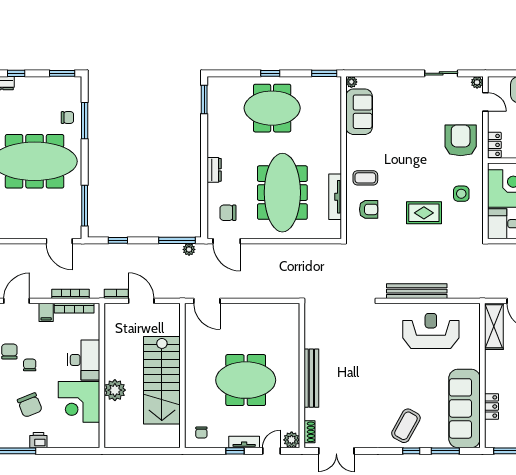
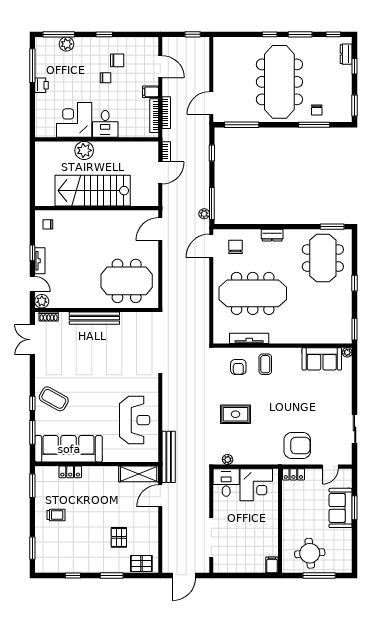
plant: (477, 82) -> (228, 460), moved
meeting table: (272, 108) -> (323, 258), moved
side table: (461, 194) -> (252, 446), removed
rug: (424, 213) -> (235, 414), turned 90
bench: (417, 291) -> (169, 457), moved
desk: (84, 360) -> (105, 124), width x0.73
meeting table: (246, 380) -> (127, 281), moved, turned 90
chair: (30, 405) -> (71, 78), removed

